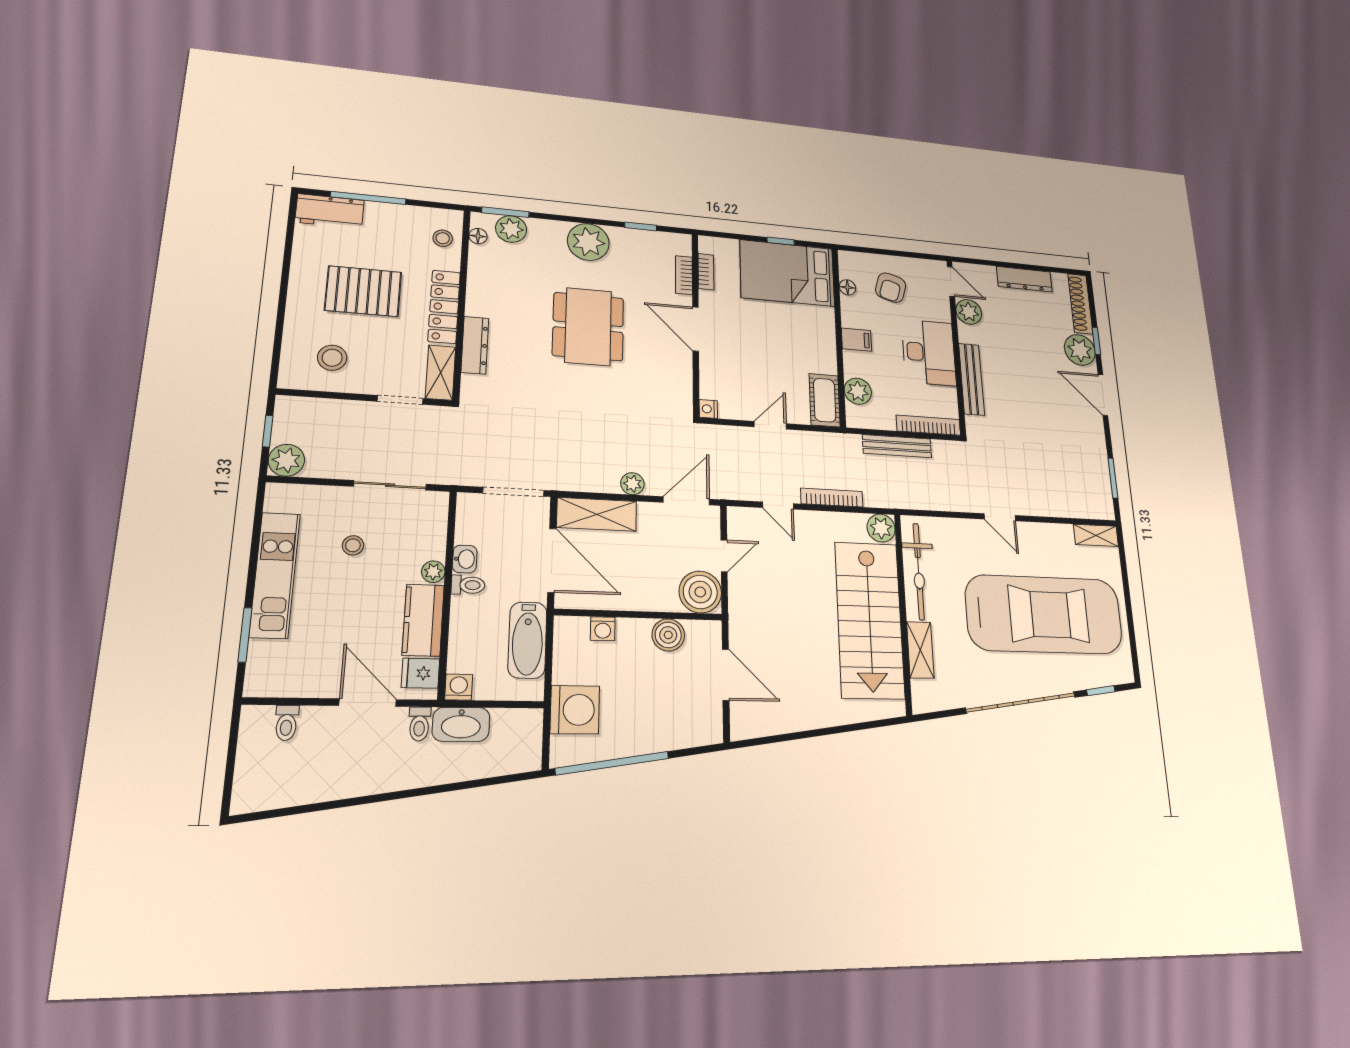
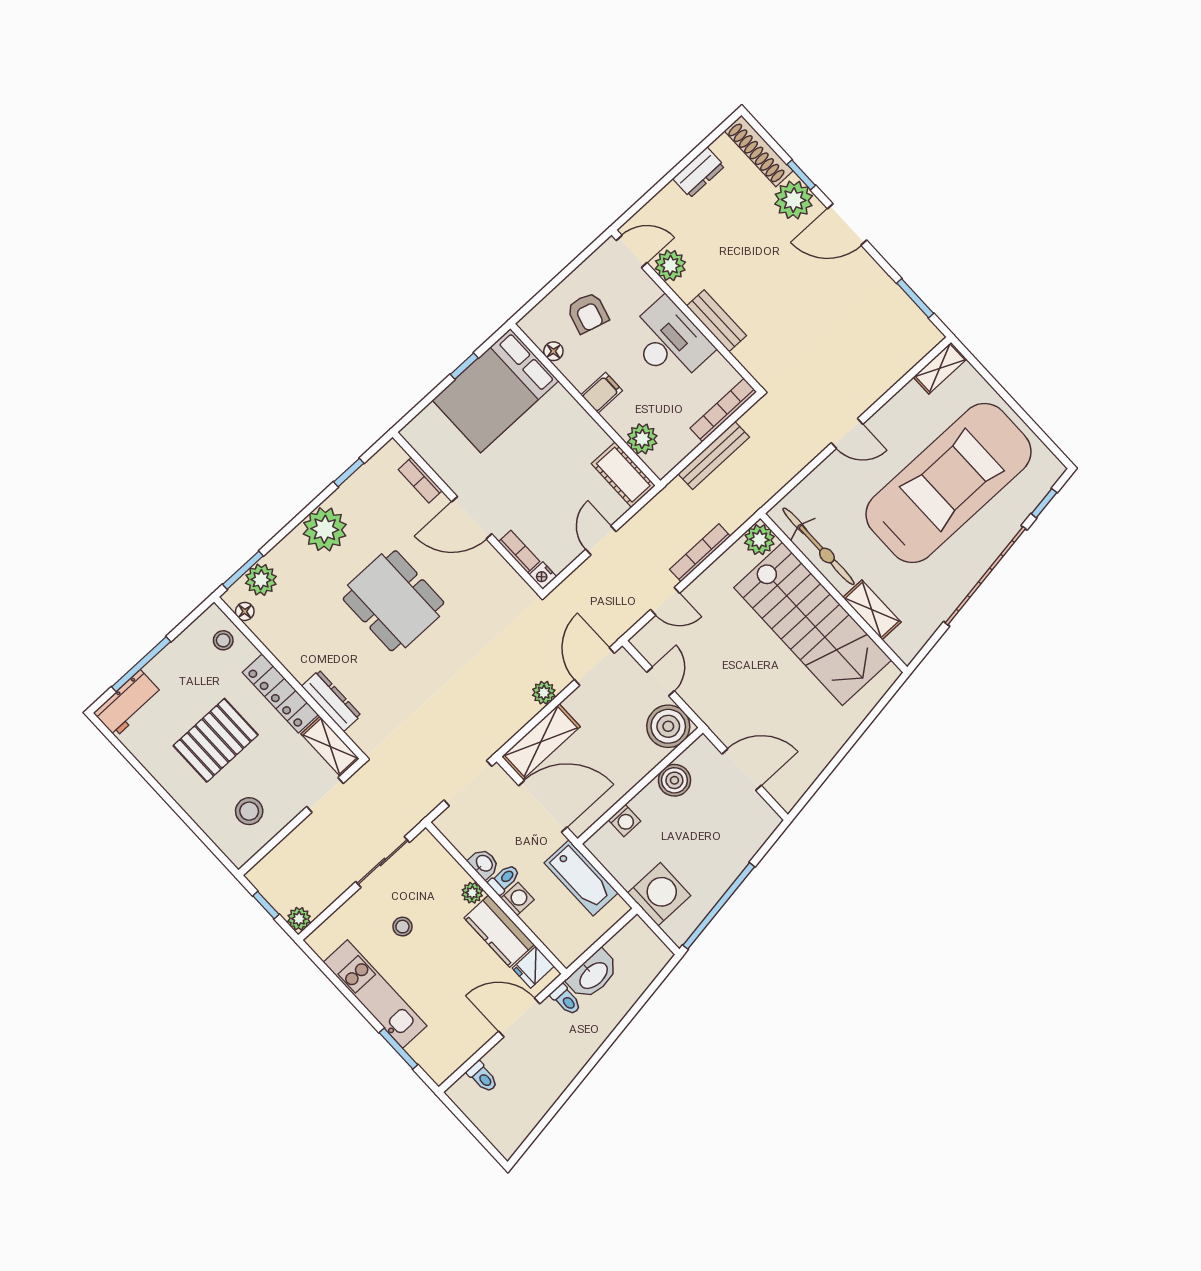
bookcase: (706, 272) -> (519, 552), moved
dresser: (1024, 279) -> (699, 172), width x0.70
bench: (971, 379) -> (716, 321), width x0.73
plant: (286, 460) -> (299, 919), width x0.73, depth x0.73
washing machine: (459, 687) -> (518, 899), moved, turned 90

